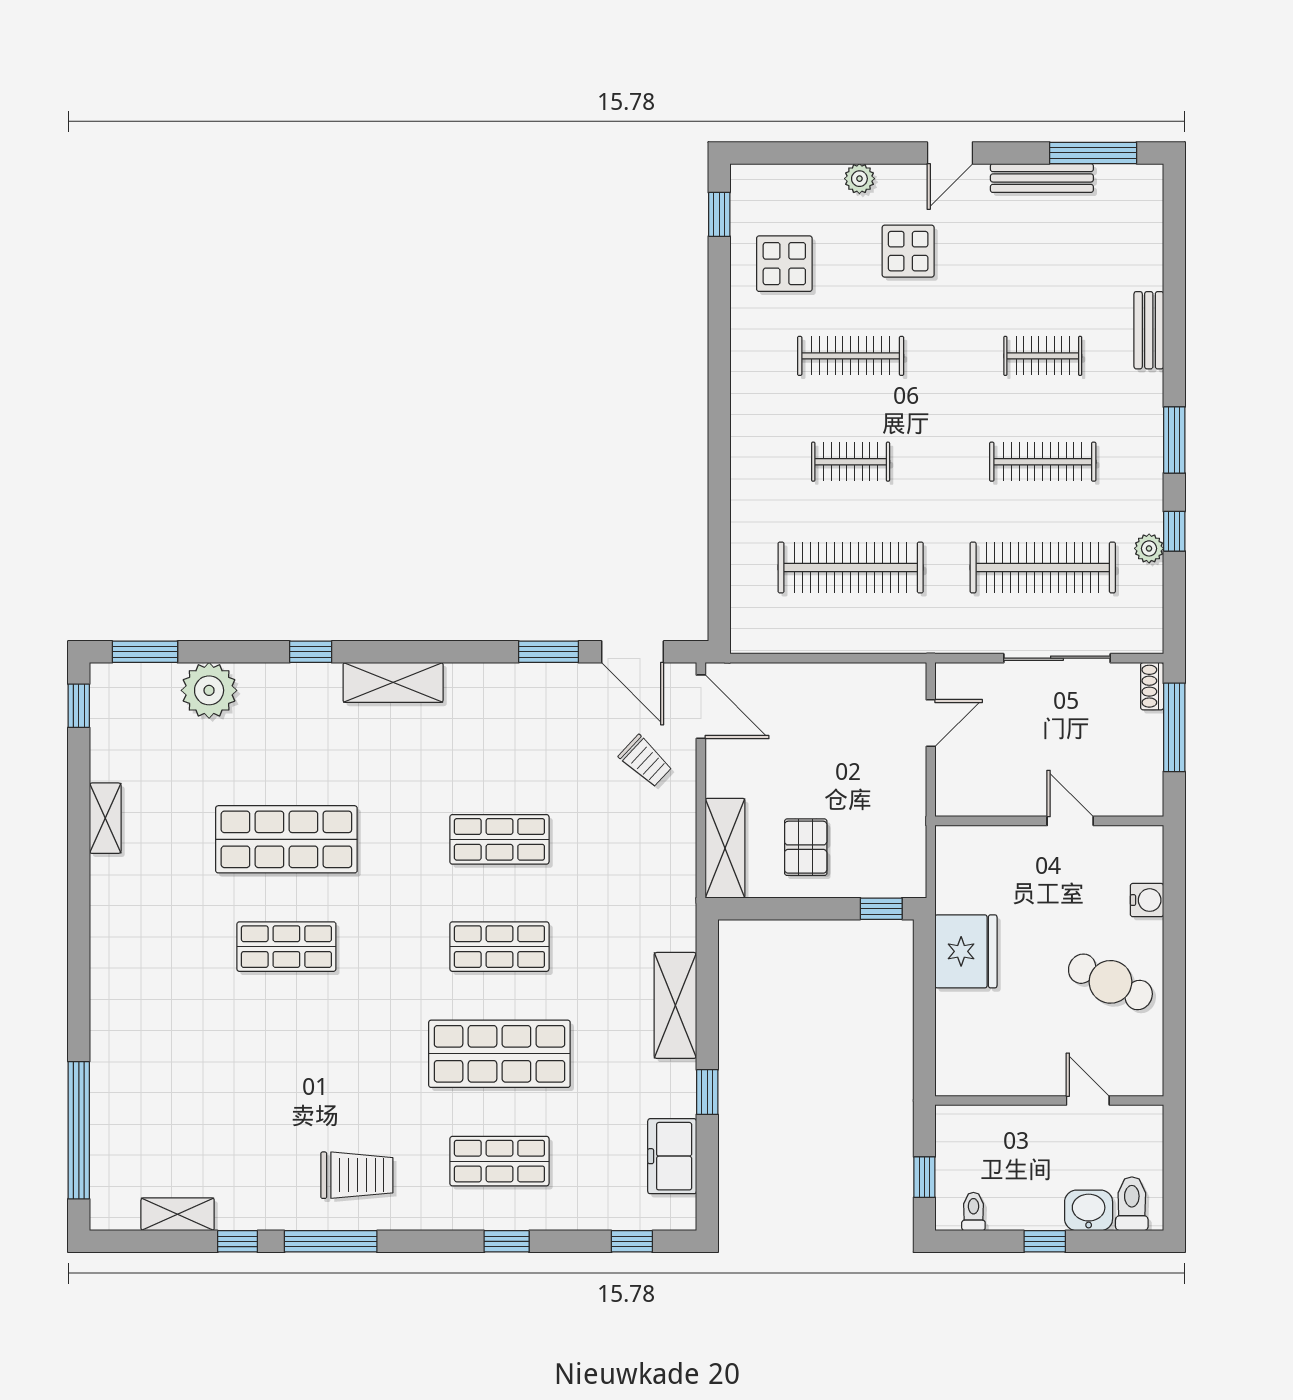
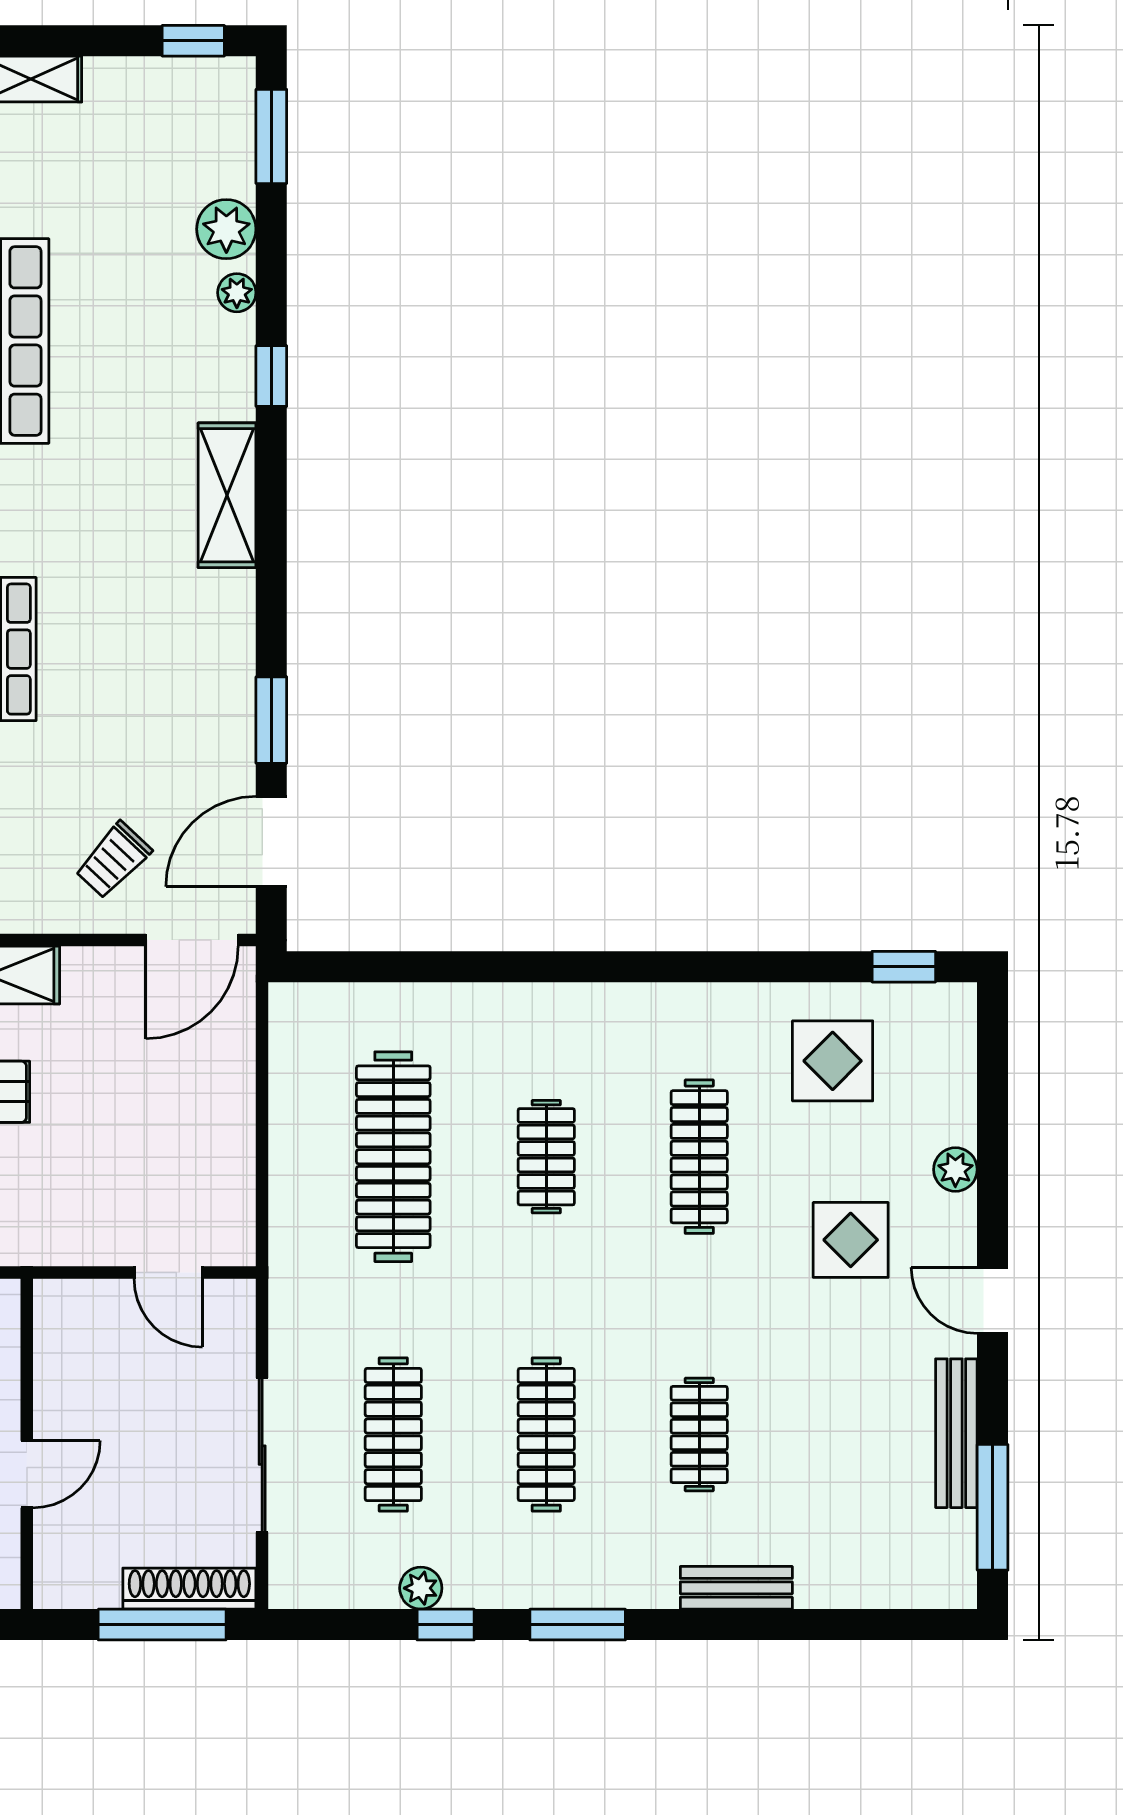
clothes rail: (1043, 567) -> (393, 1435), width x0.73, depth x0.76
plant: (253, 676) -> (237, 293), added
shoe rack: (1152, 686) -> (189, 1589), width x1.94, depth x1.24
plant: (209, 690) -> (226, 229), width x0.73, depth x0.73

